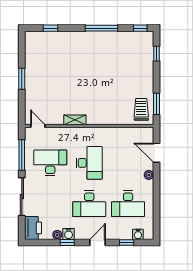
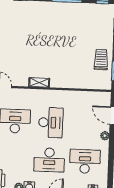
trolley: (141, 109) -> (101, 60), moved
desk: (128, 204) -> (85, 161), turned 180

